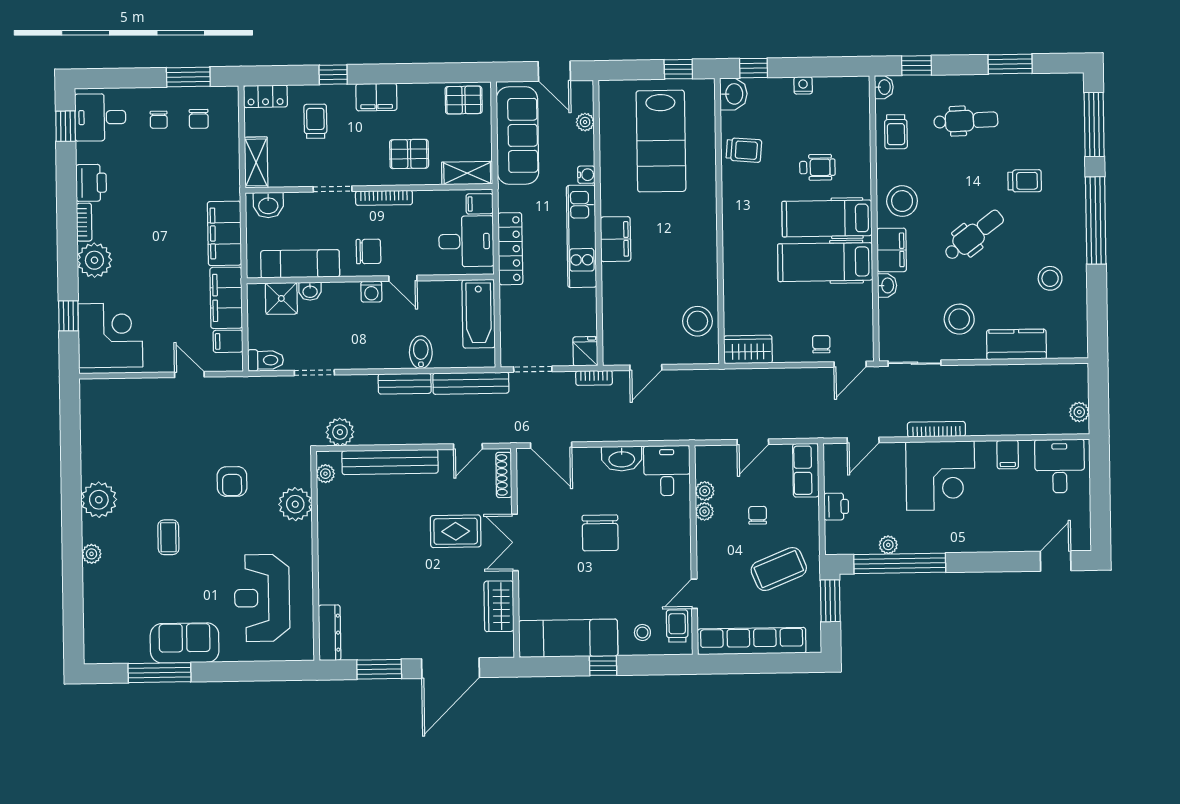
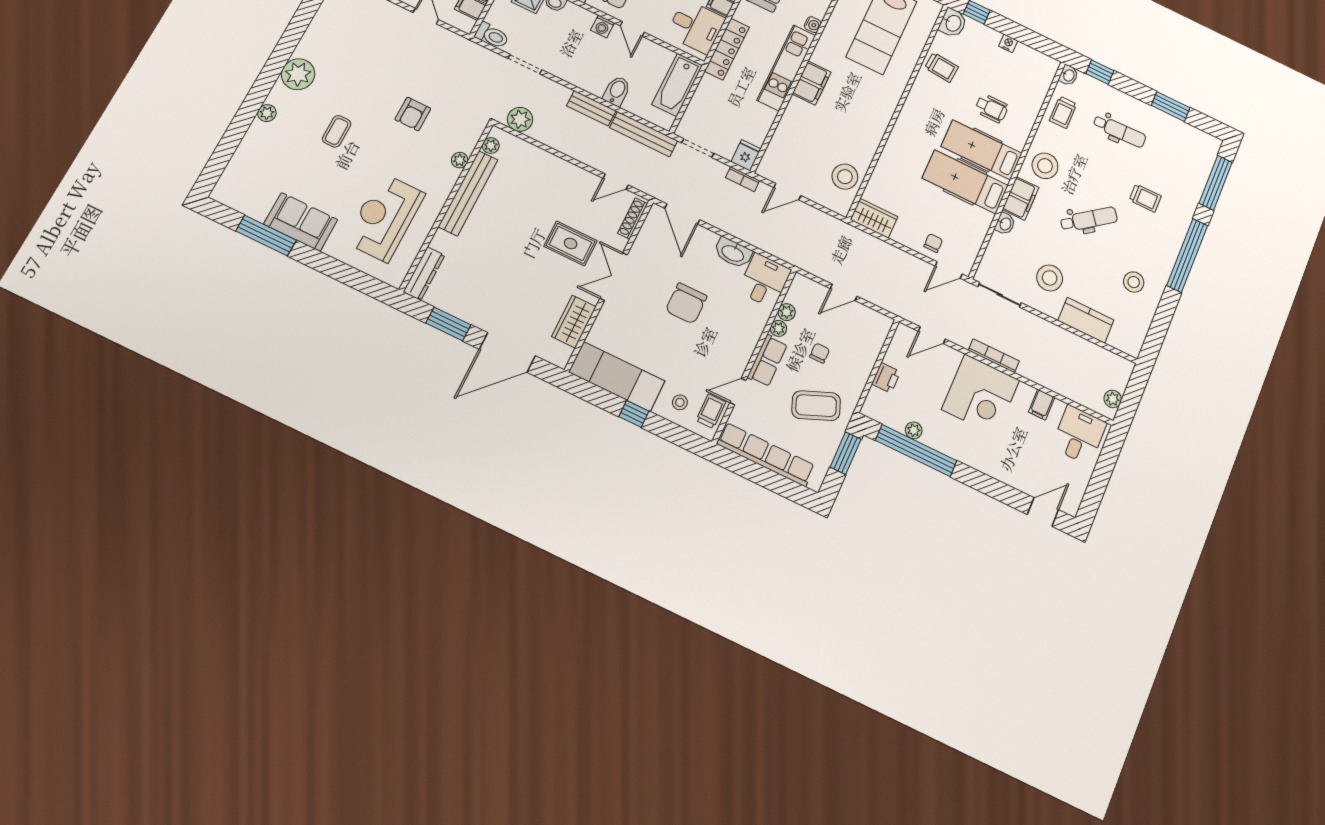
bench: (390, 462) -> (468, 193), moved, turned 90
row of seats: (806, 470) -> (767, 361), moved, turned 180
plant: (295, 504) -> (460, 160), width x0.53, depth x0.53

